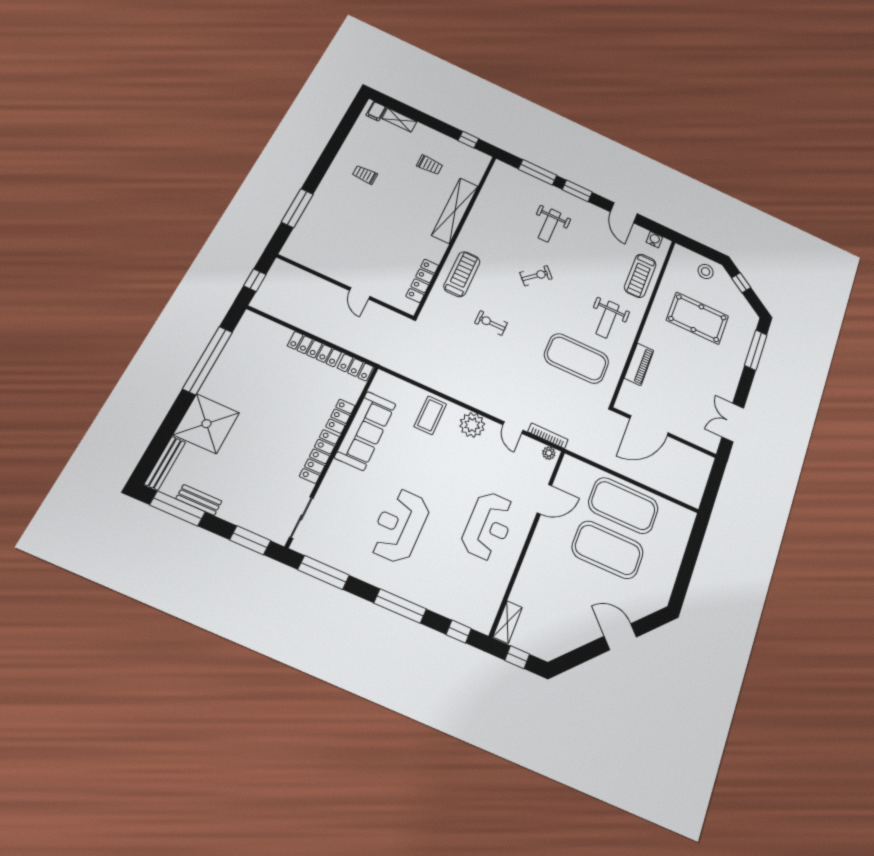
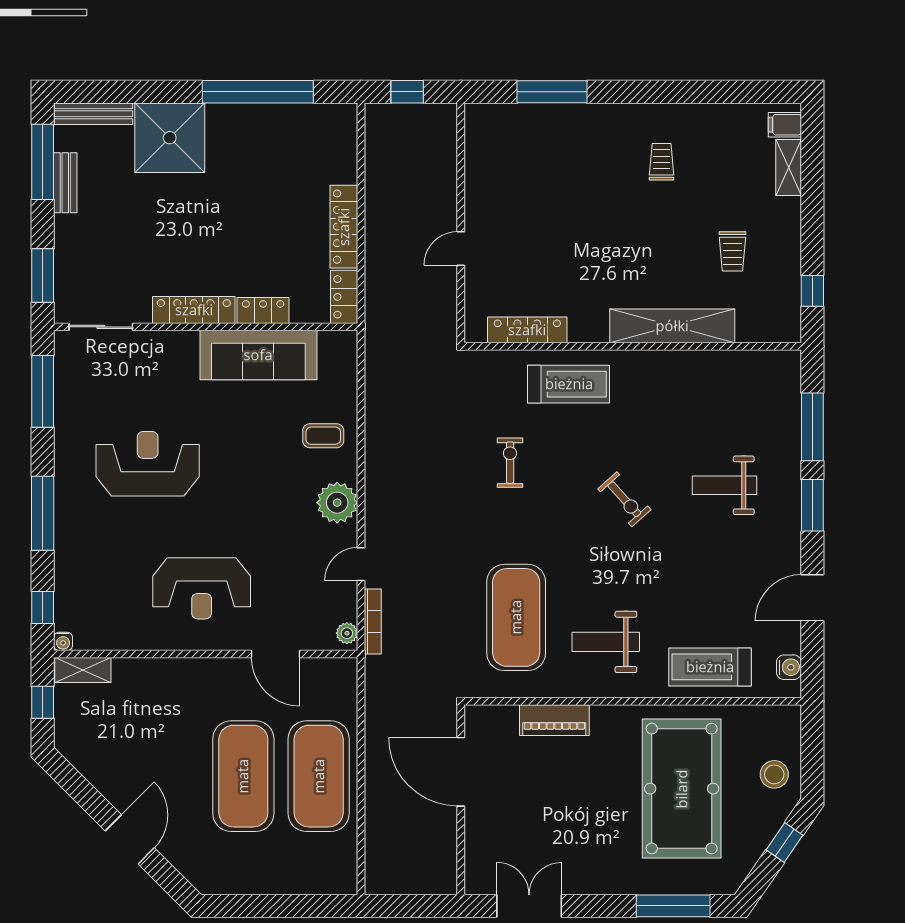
pool table: (697, 318) -> (682, 789), width x1.36, depth x1.32
coffee table: (430, 415) -> (323, 436), width x0.73, depth x0.77
water cooler: (485, 627) -> (63, 641), added

